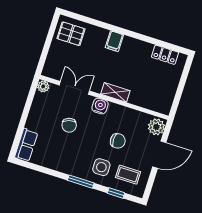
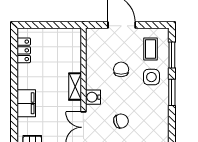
filing cabinet: (114, 41) -> (26, 103), width x2.00
plant: (156, 127) -> (96, 36), removed
window: (116, 193) -> (172, 55), width x1.50

